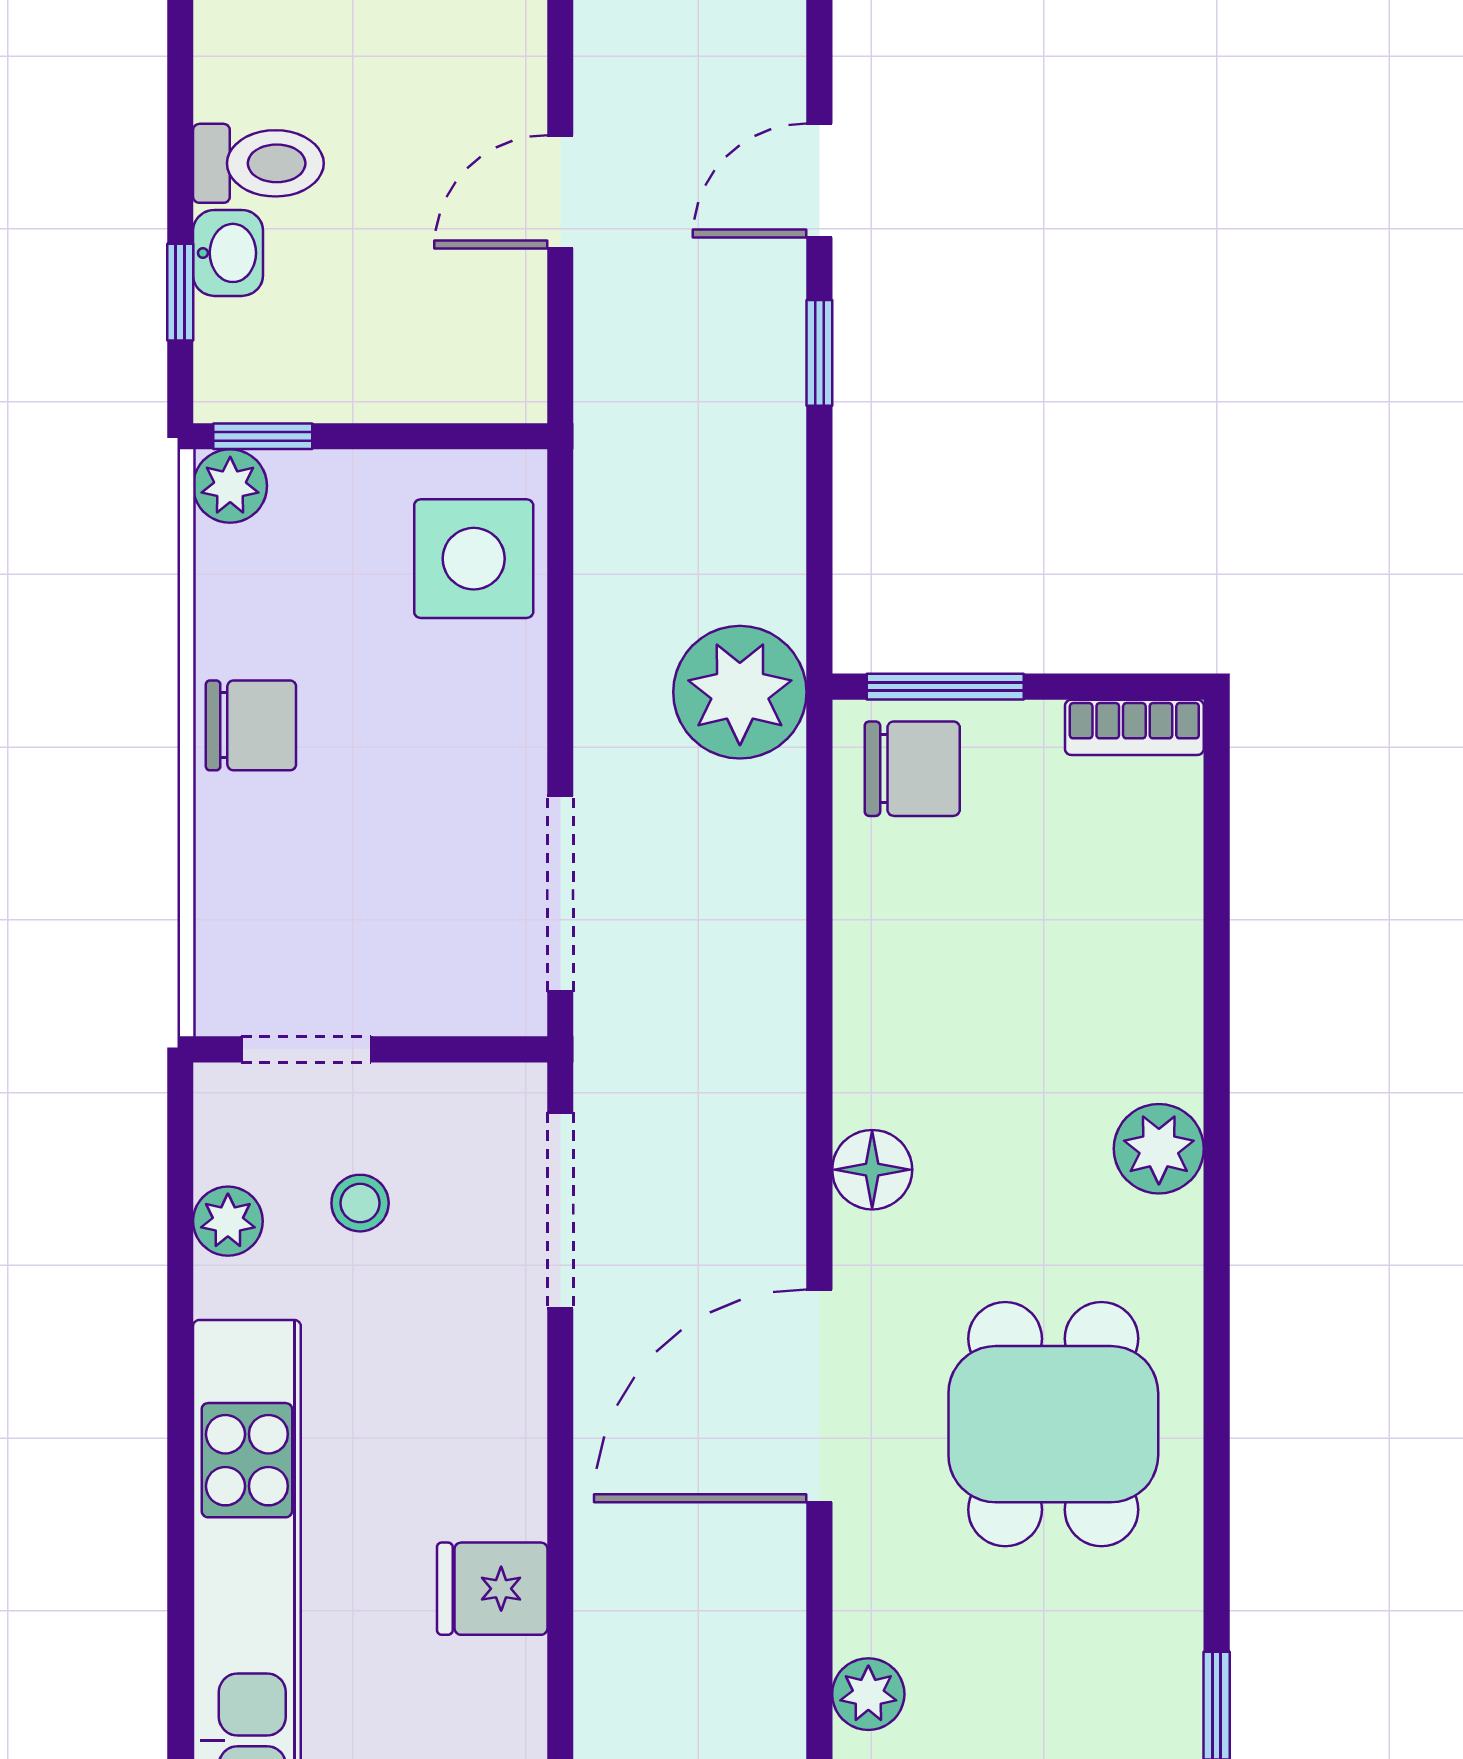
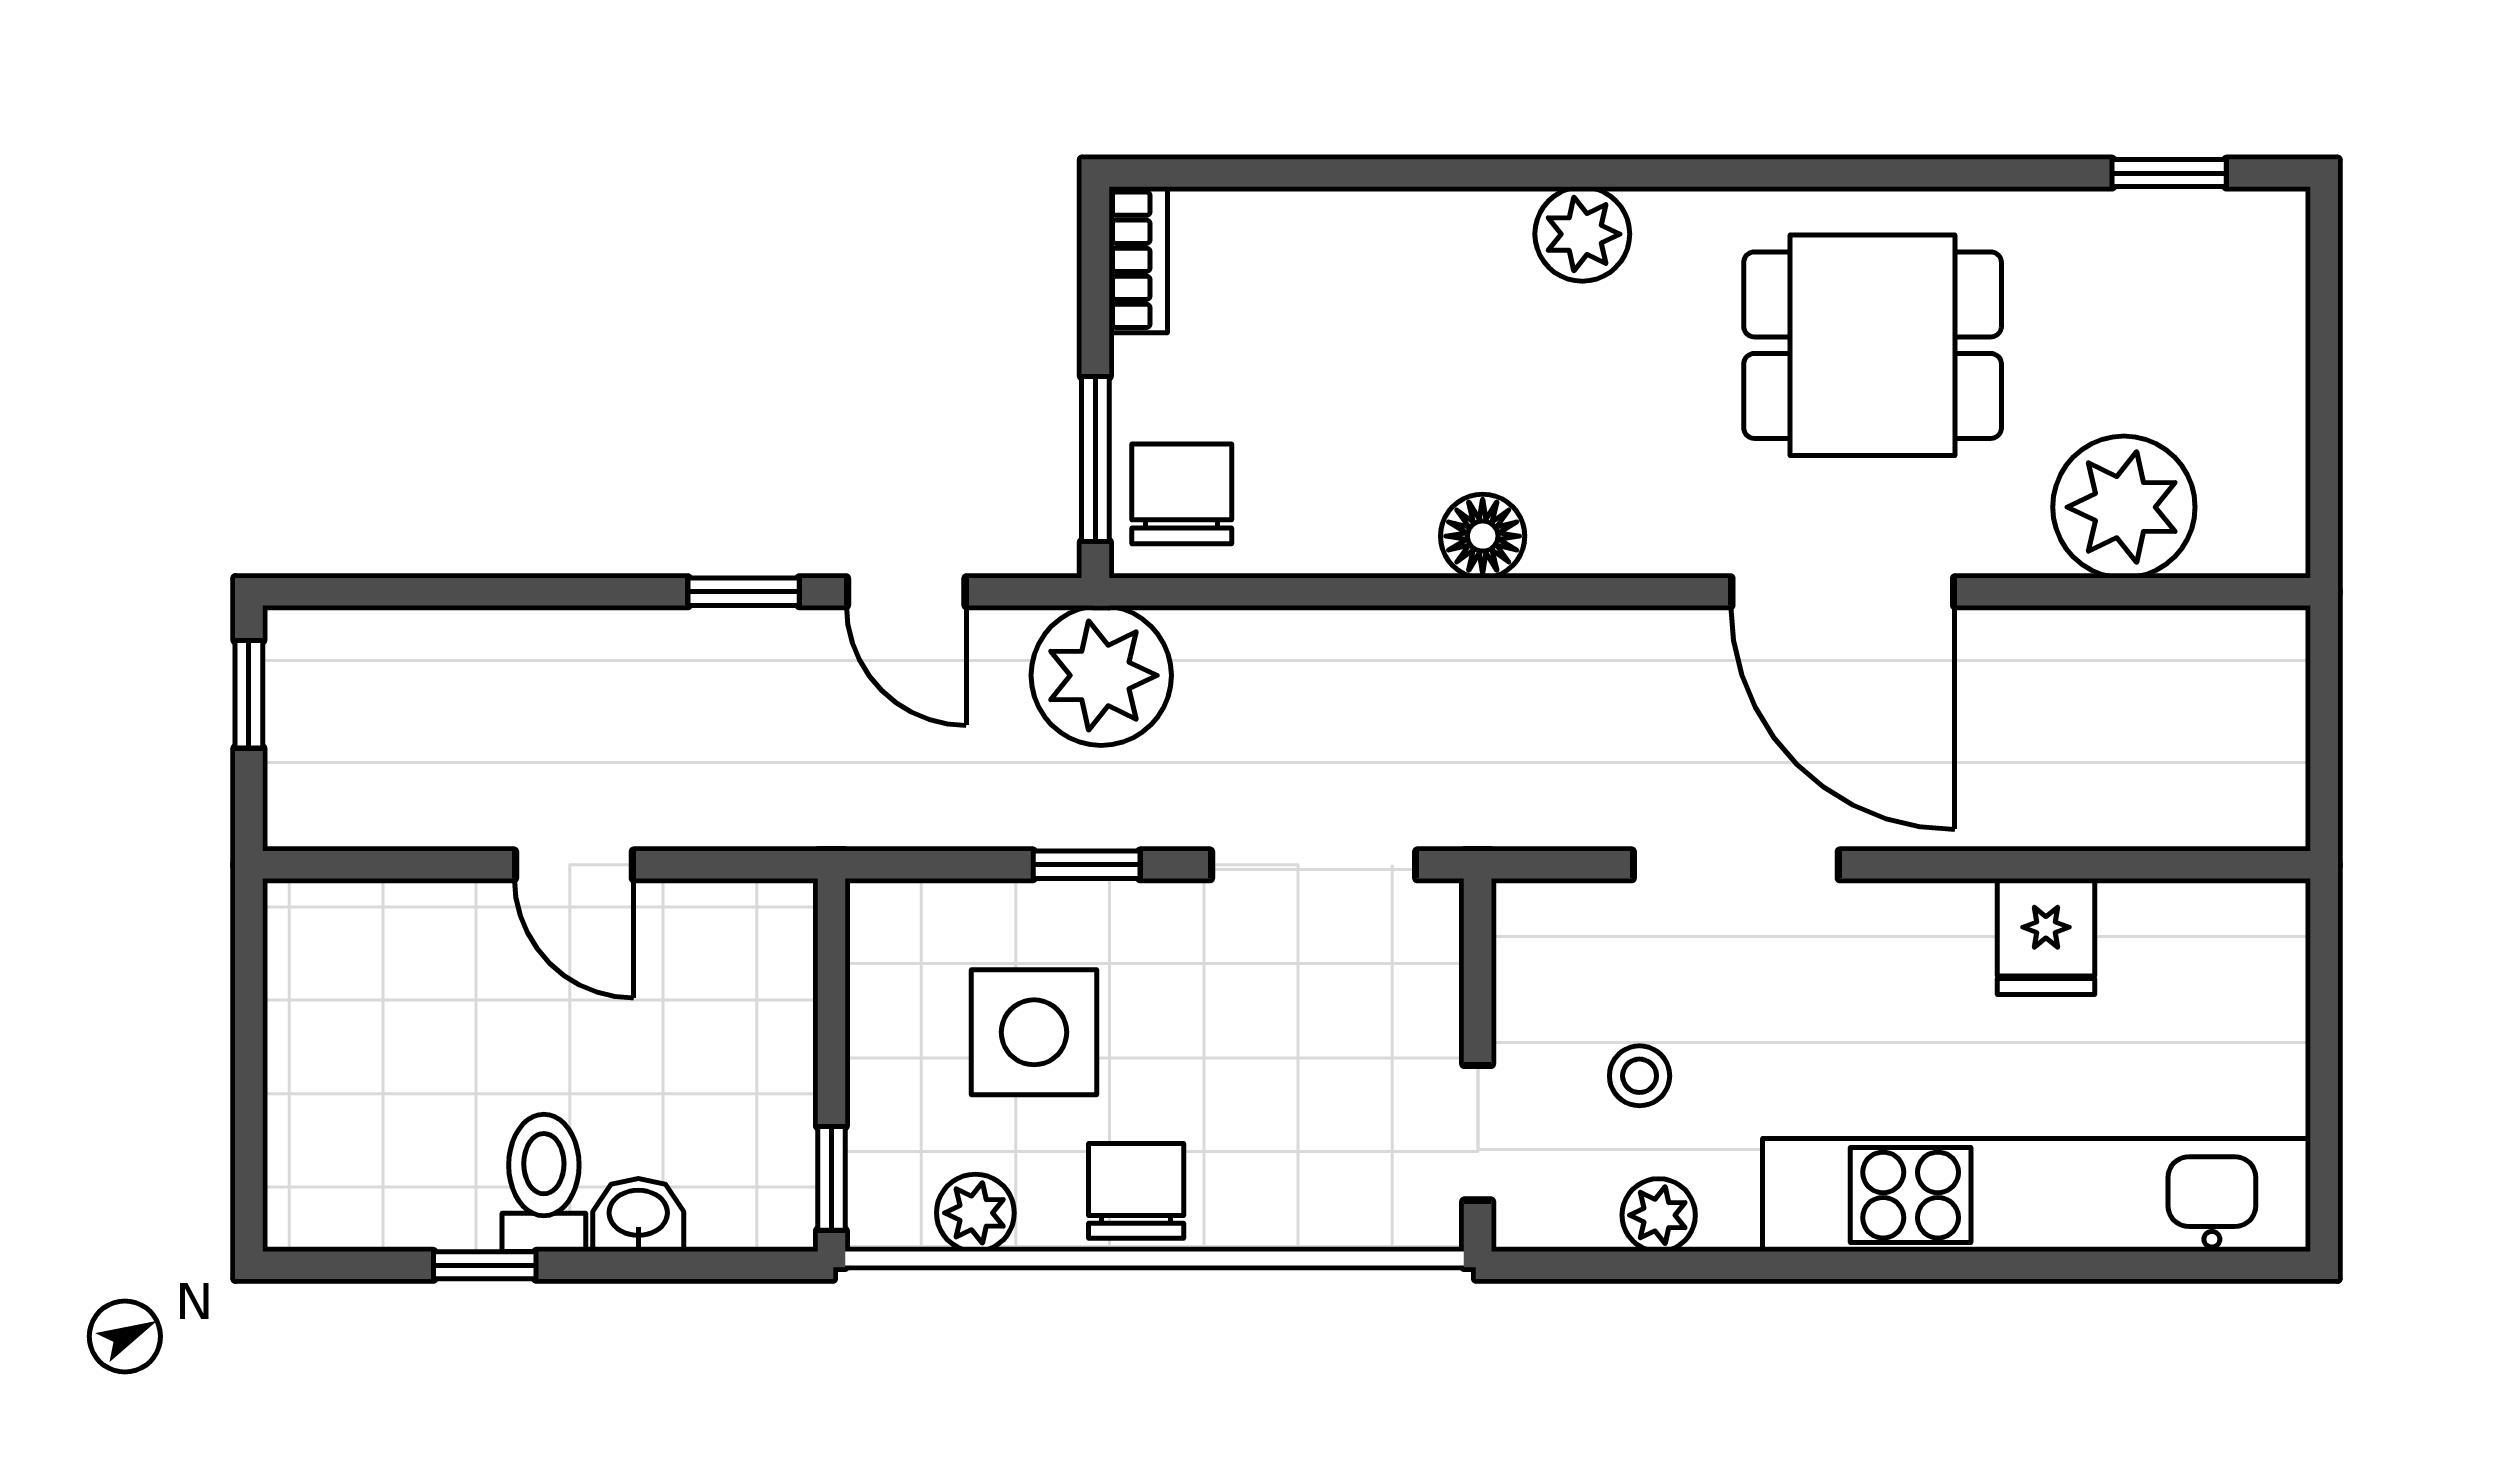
door: (819, 180) -> (906, 592), moved
window: (180, 292) -> (485, 1265), moved
plant: (230, 486) -> (975, 1213), moved
side table: (474, 559) -> (1034, 1032), moved
window: (560, 678) -> (1087, 865), added
floor lamp: (872, 1170) -> (1483, 536), moved
doorway: (560, 1210) -> (1736, 865), moved
plant: (868, 1694) -> (2124, 507), width x1.88, depth x1.88

